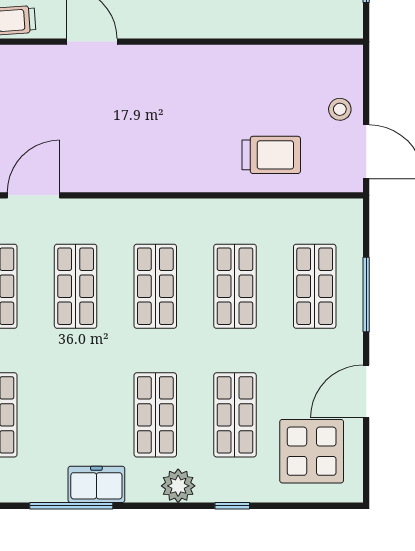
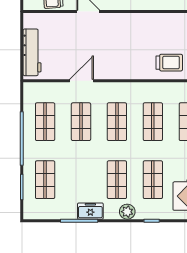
door: (34, 195) -> (81, 81), moved

